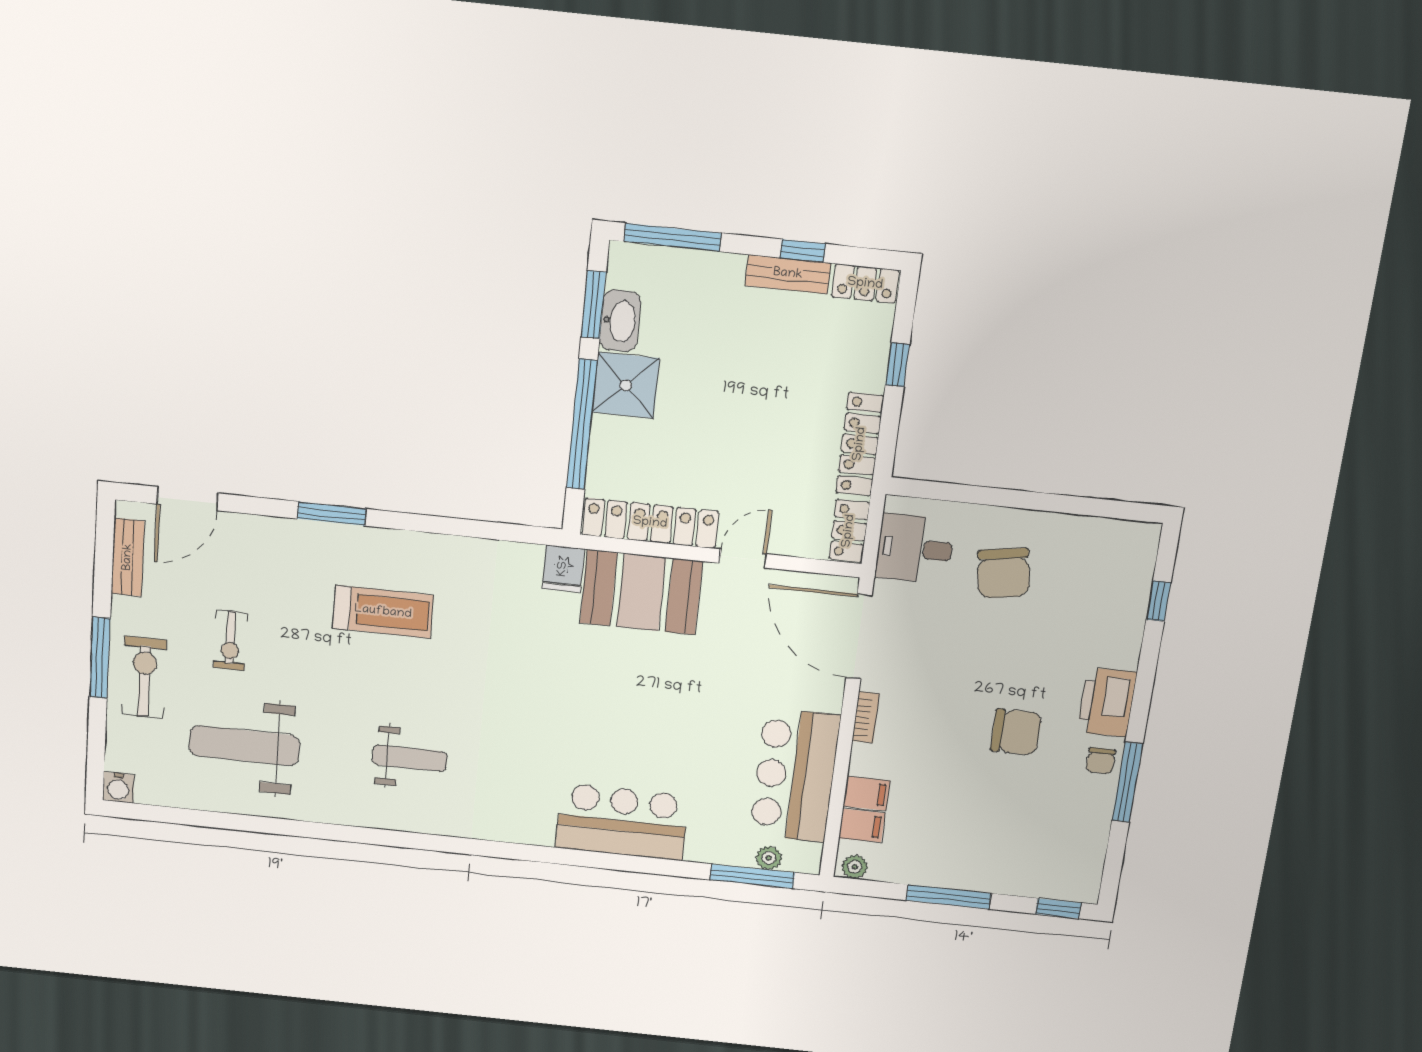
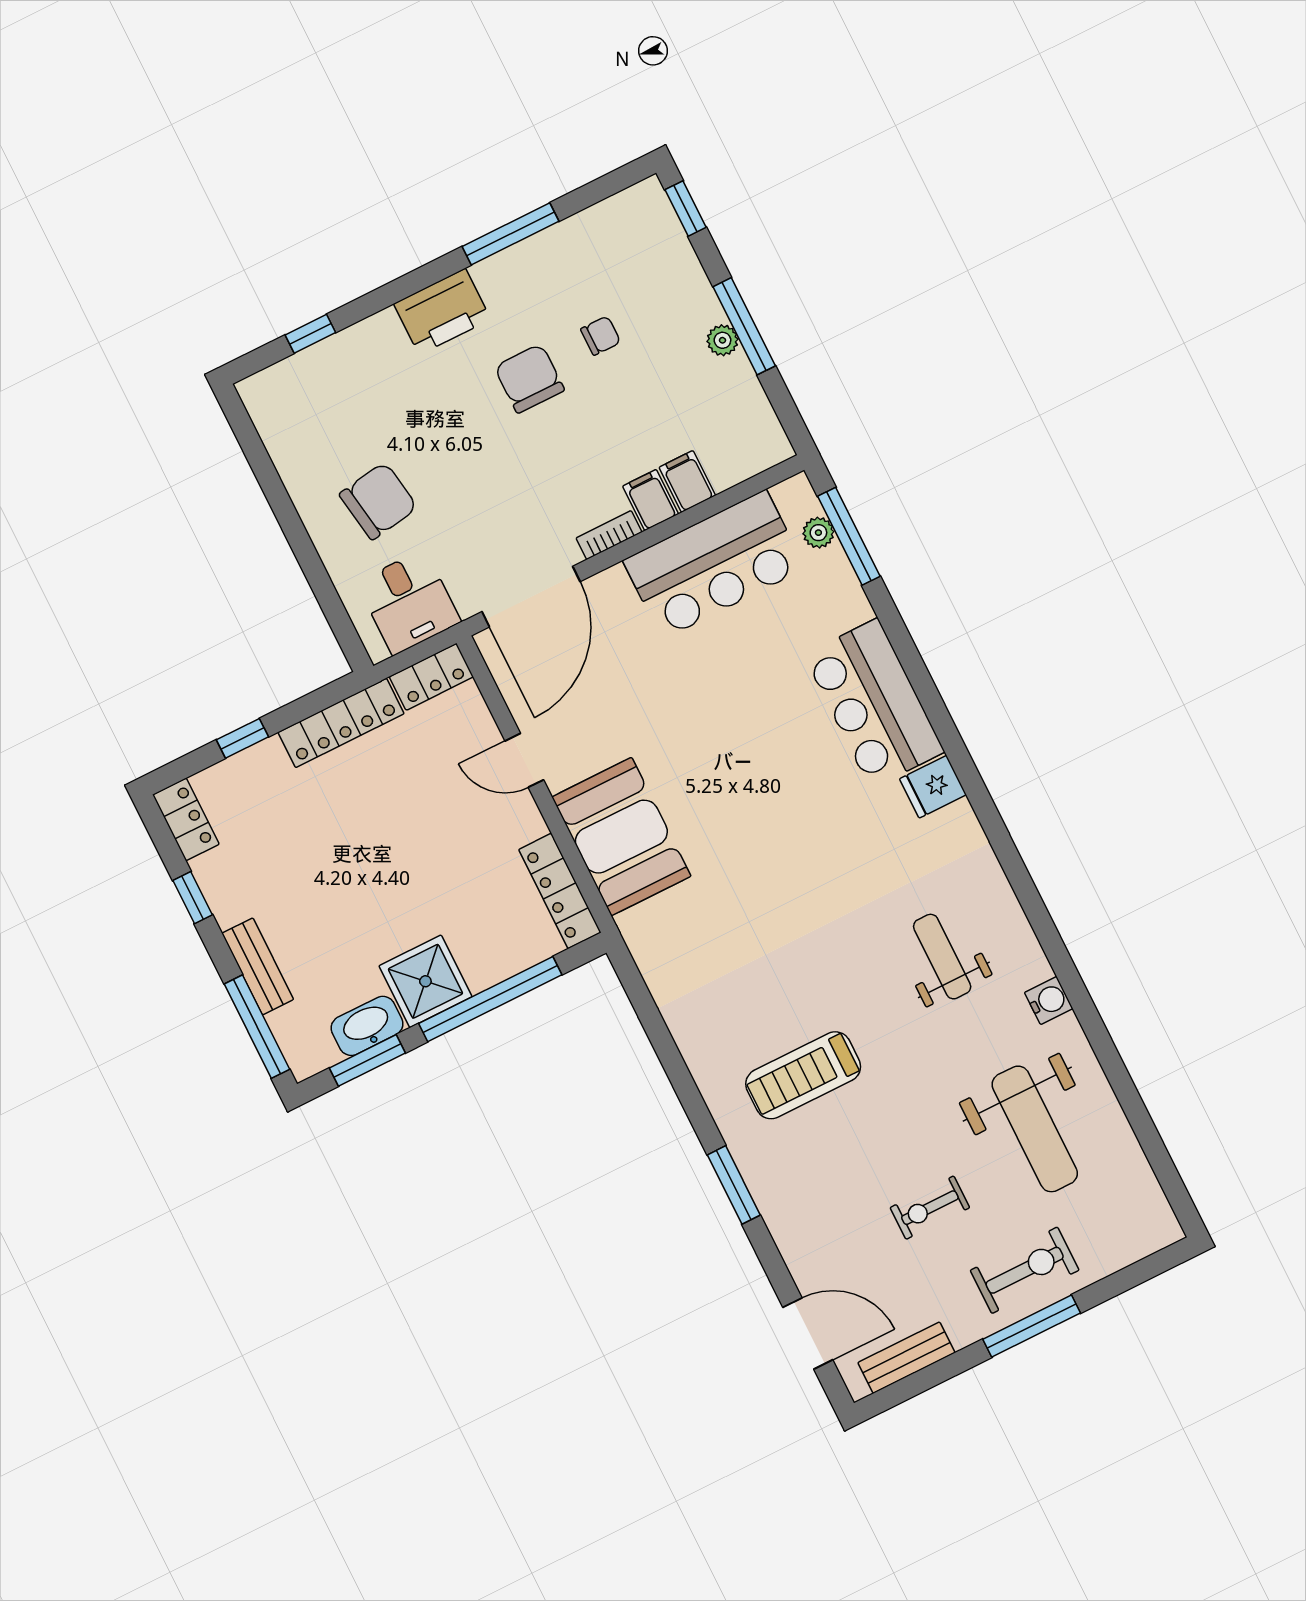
bench: (788, 274) -> (258, 966), moved
locker: (650, 523) -> (560, 891), width x0.71, depth x0.83
fridge: (563, 569) -> (933, 787), moved, turned 180
treadmill: (383, 612) -> (803, 1075), turned -90
exercise bike: (230, 640) -> (930, 1208), turned 180
exercise bike: (144, 677) -> (1025, 1270), turned 180
chair: (1101, 761) -> (601, 336), moved
water cooler: (118, 787) -> (1049, 1000), moved
filing cabinet: (862, 826) -> (651, 500), moved
plant: (855, 867) -> (722, 340), moved

